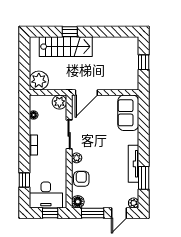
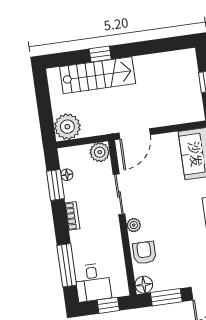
window: (24, 121) -> (55, 185), added
window: (24, 180) -> (67, 265), width x2.17
desk: (46, 195) -> (93, 282), width x0.73

